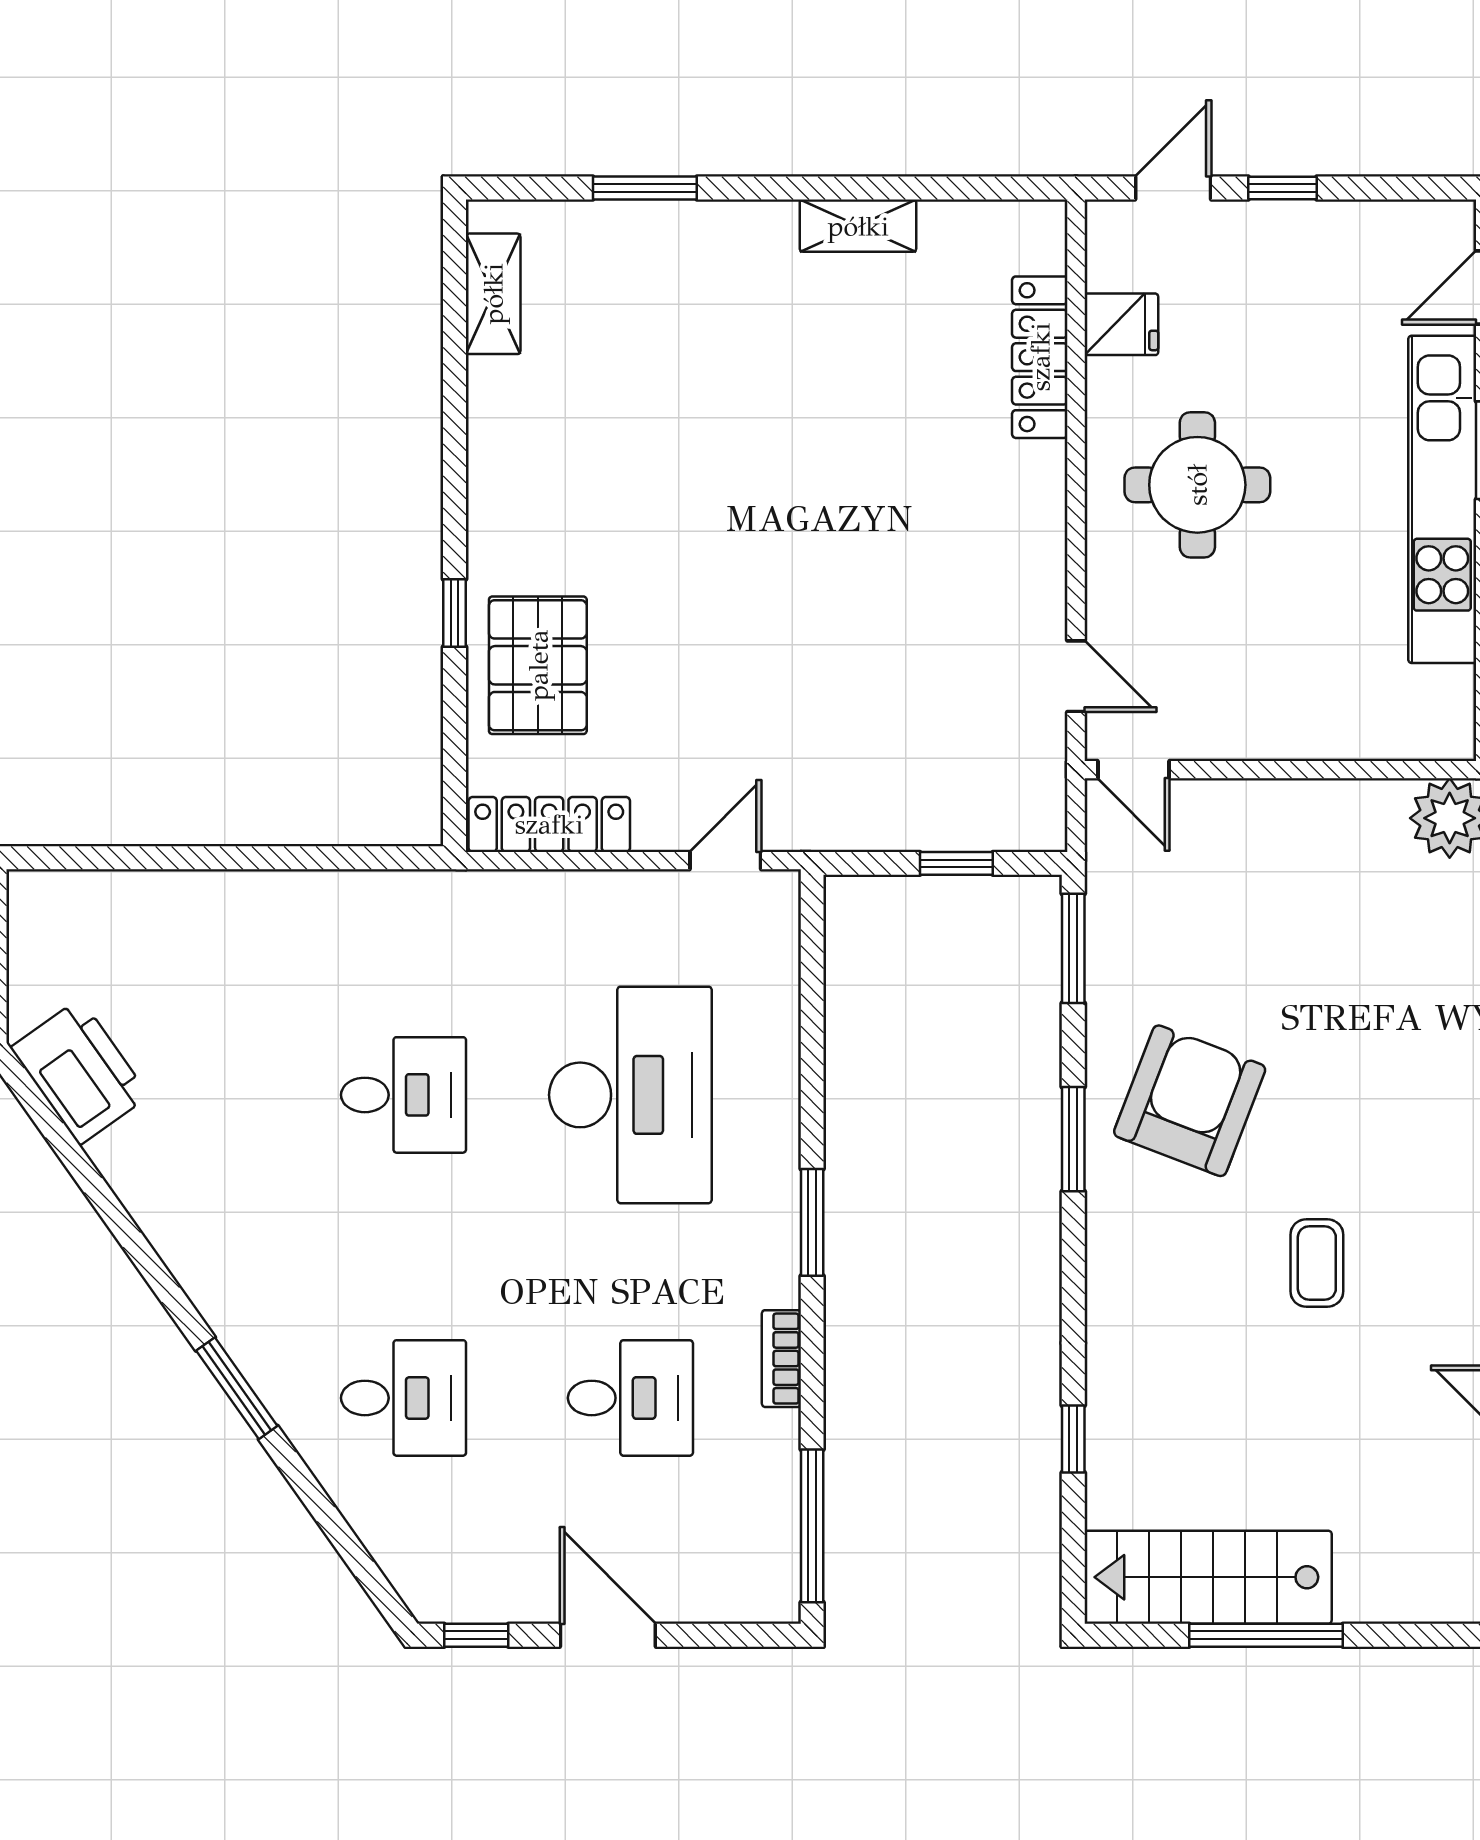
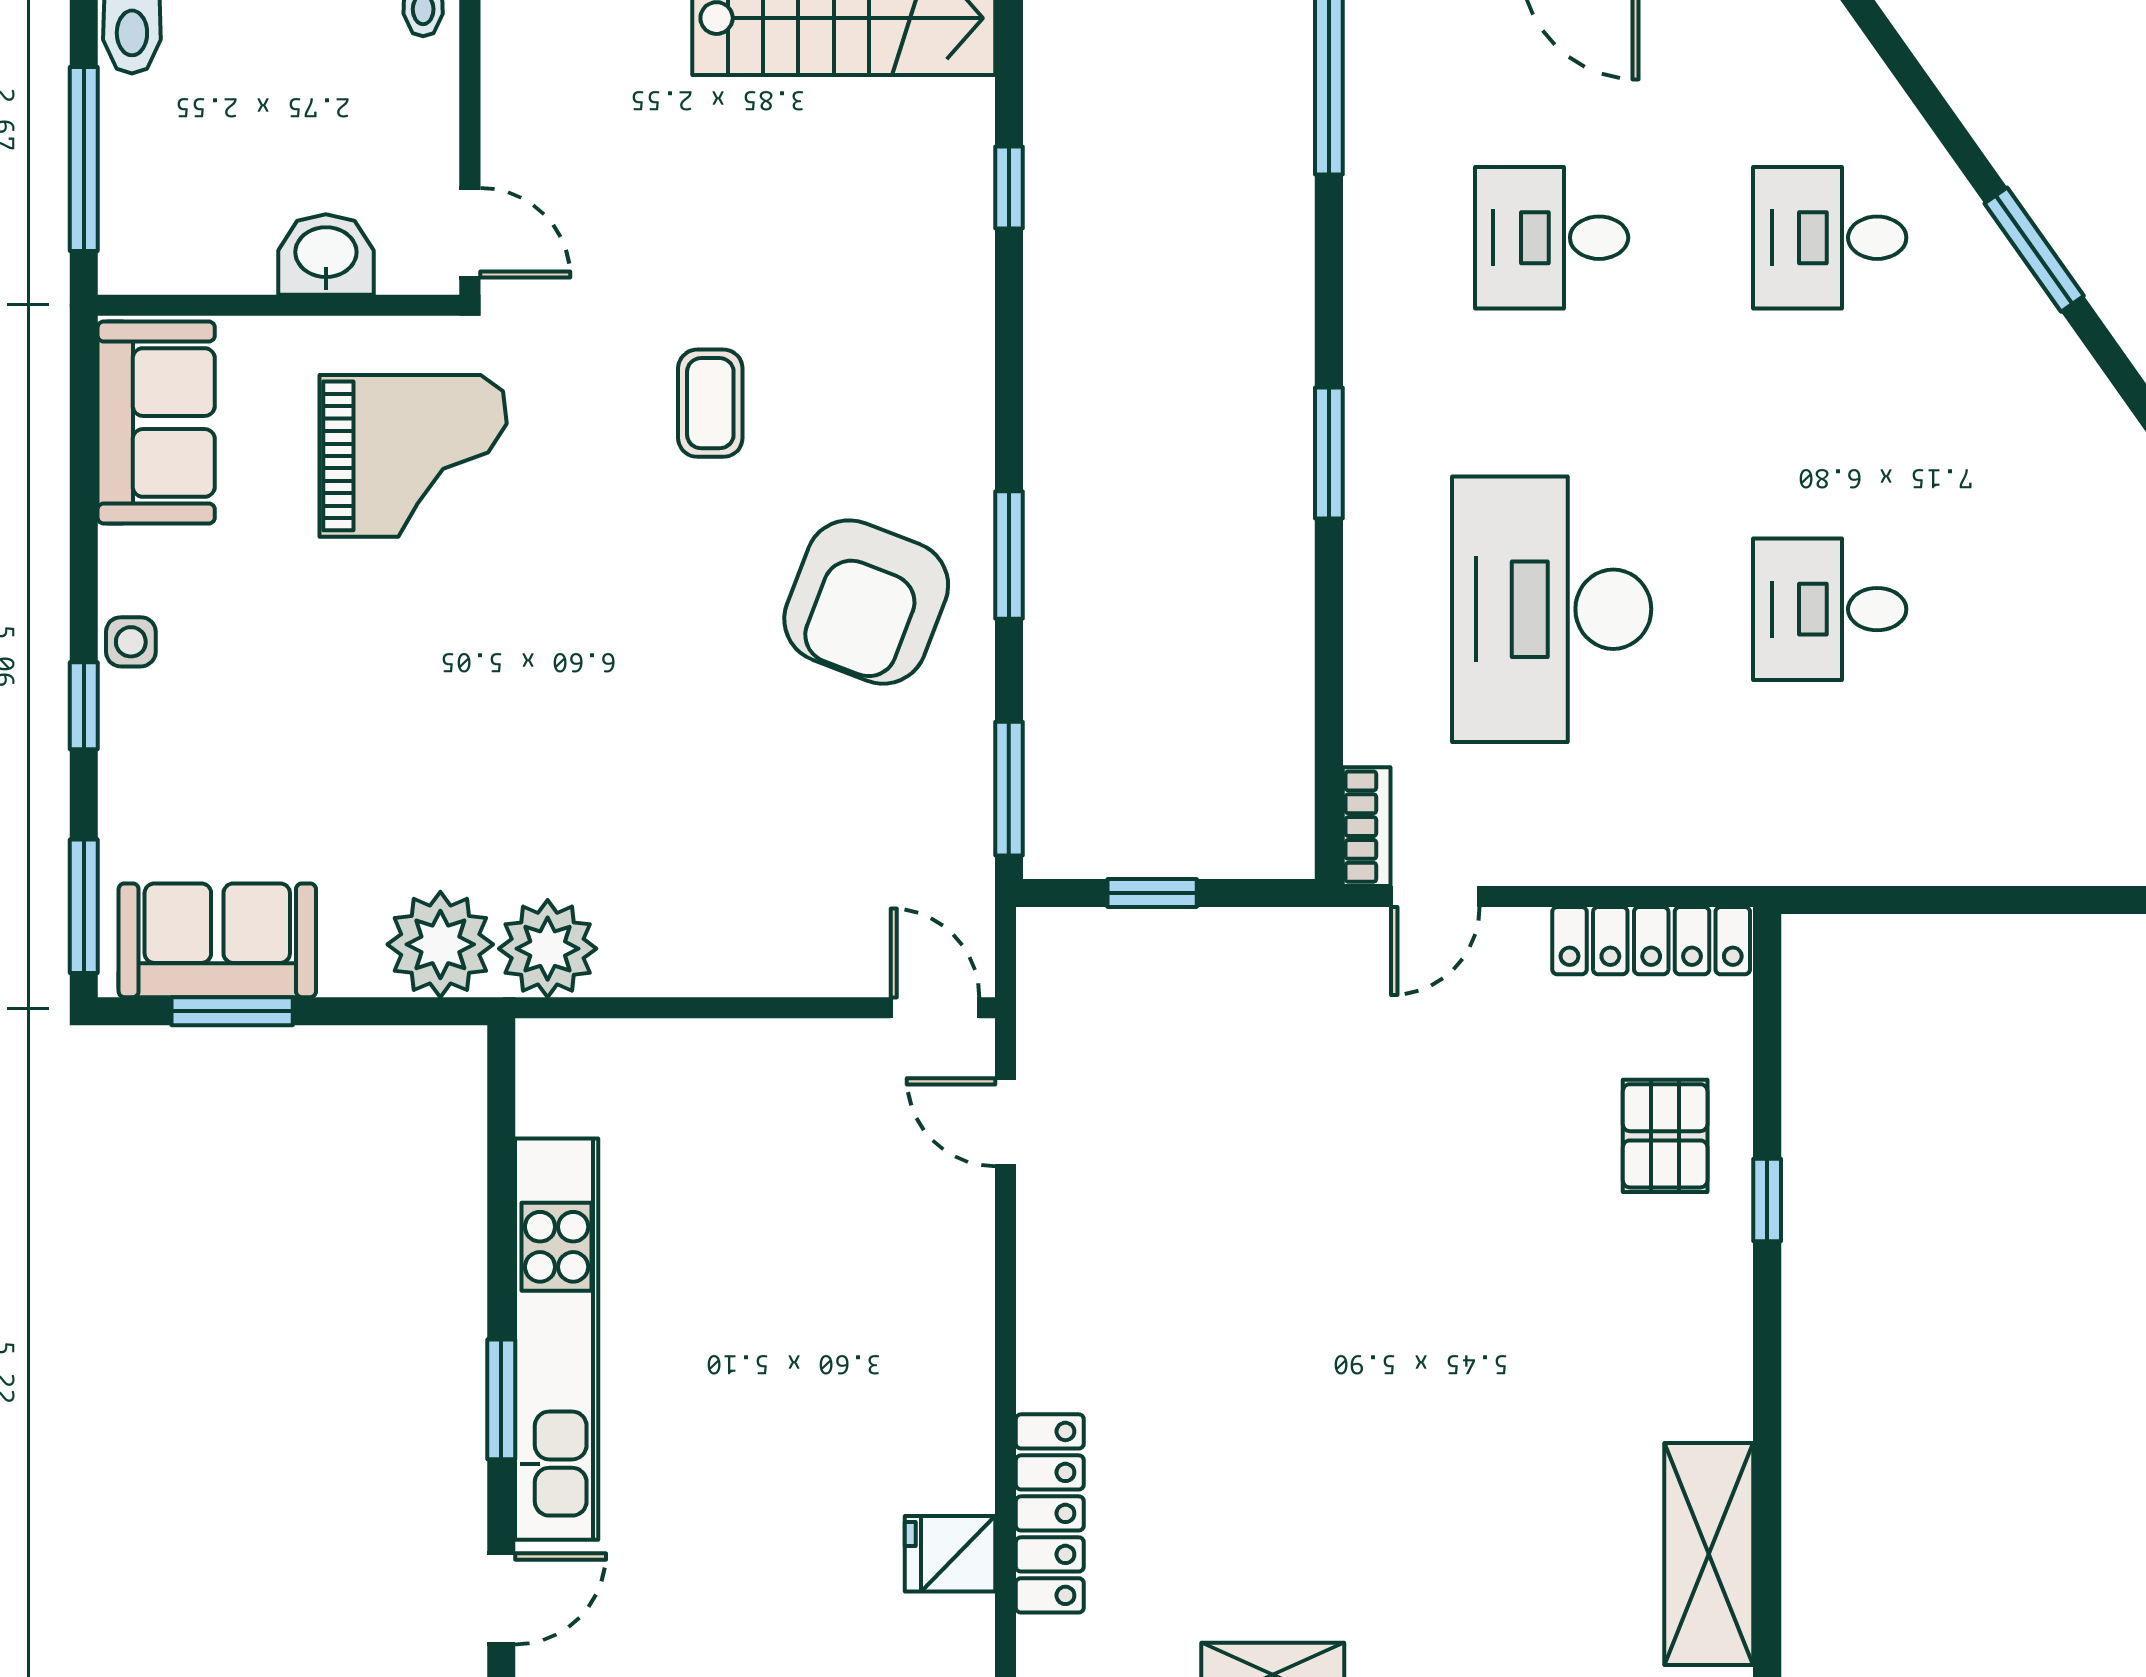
shelving: (493, 294) -> (1709, 1554), width x1.50, depth x1.33
round table: (1197, 485) -> (857, 1357), removed
pallet: (538, 665) -> (1665, 1136), width x0.67, depth x0.71
bookcase: (781, 1359) -> (1367, 827), moved

